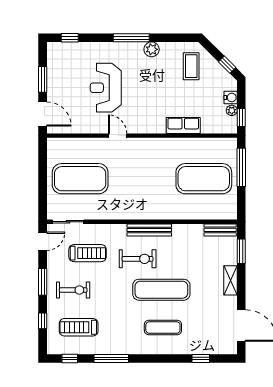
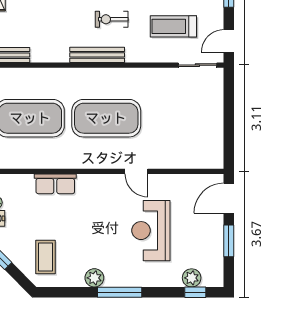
plant: (73, 49) -> (192, 278), added
reception desk: (106, 88) -> (151, 231), turned 180
door: (43, 114) -> (229, 198), hinge flipped
exercise mat: (80, 179) -> (106, 118), moved
exercise bike: (138, 259) -> (112, 19), width x0.73, depth x0.72

